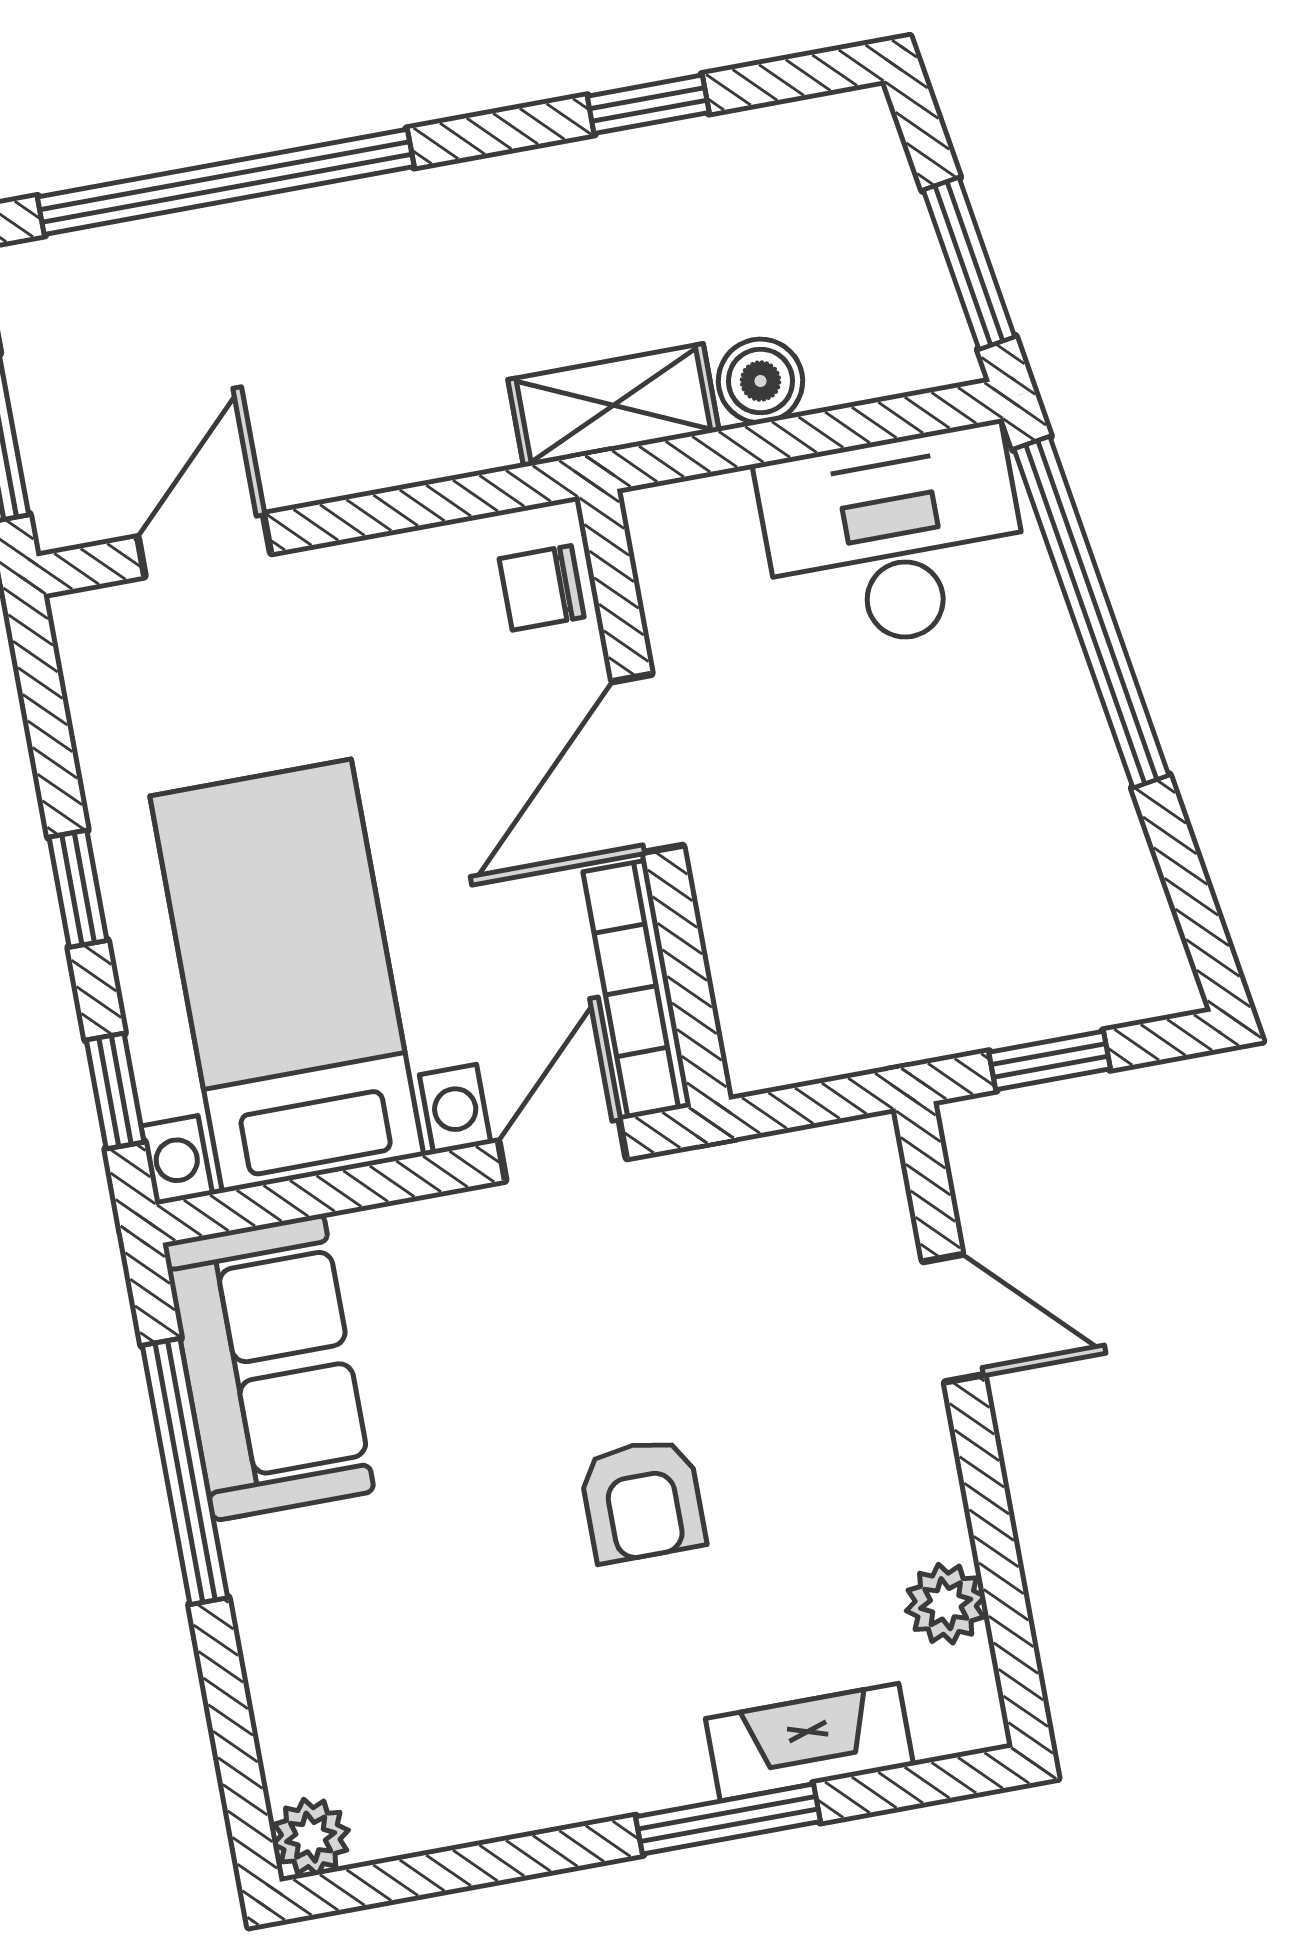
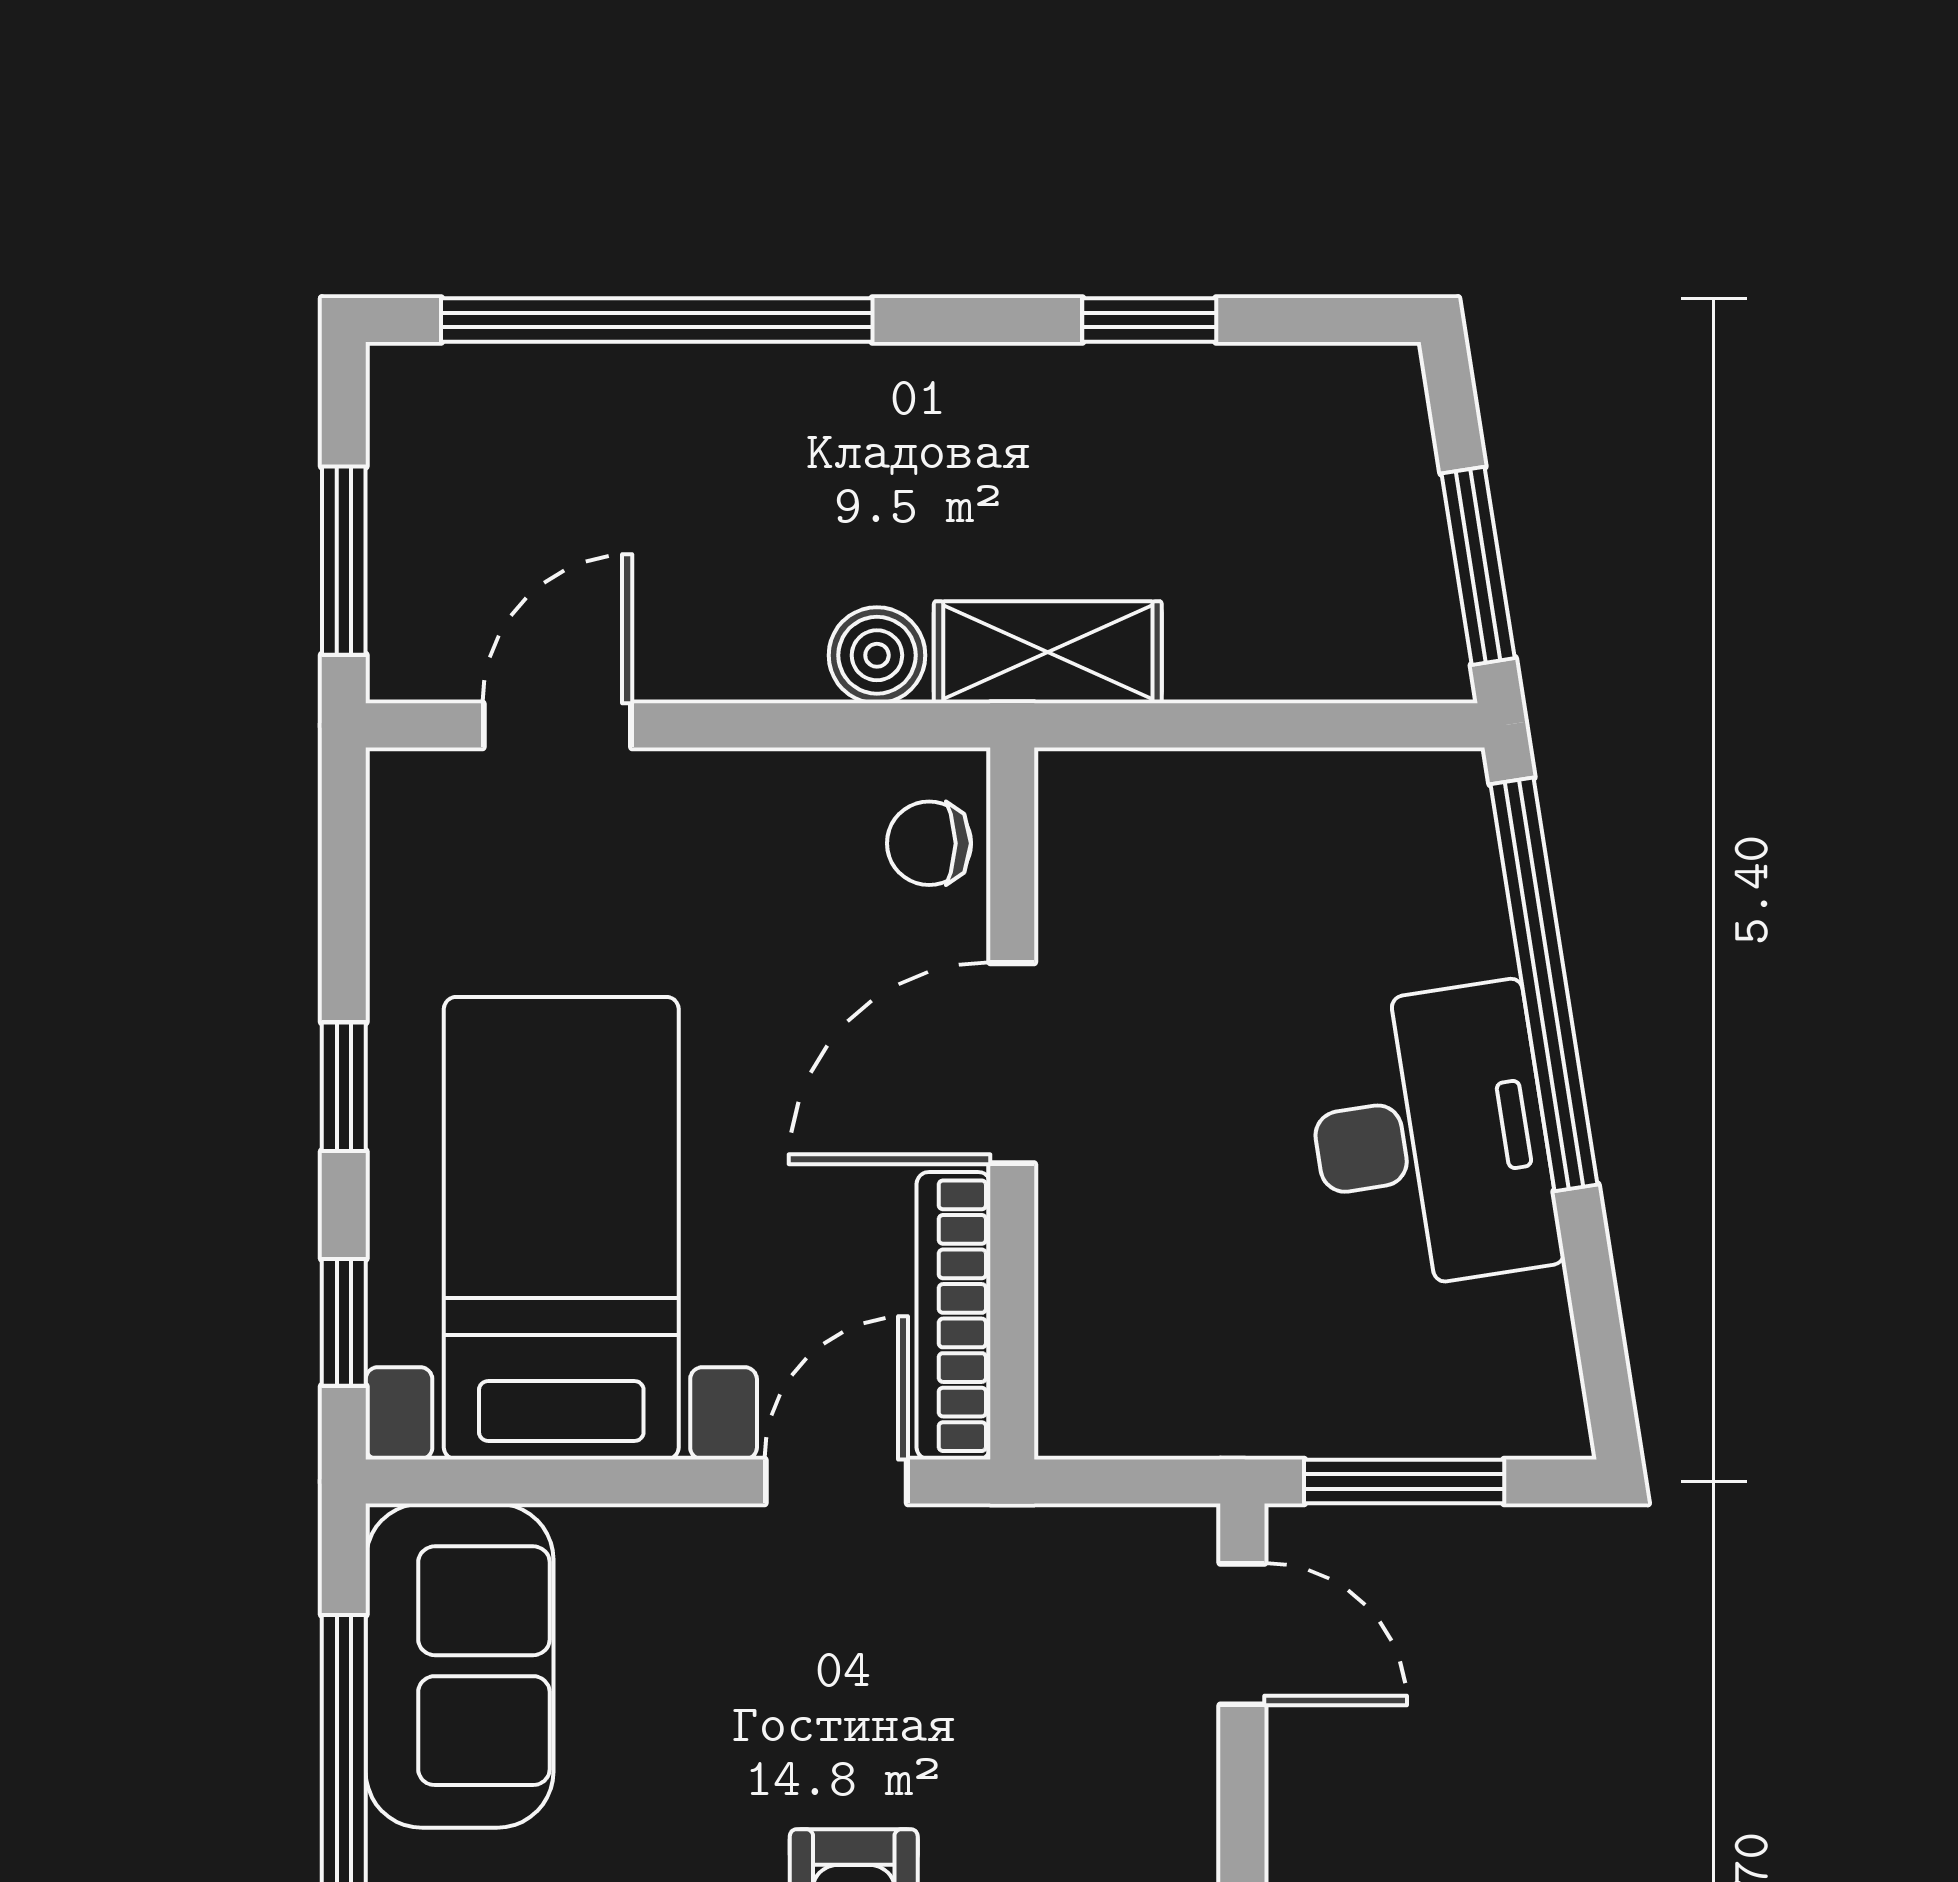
boiler: (760, 381) -> (877, 655), moved
desk: (894, 539) -> (1431, 1138), moved, turned 81
window: (1050, 1061) -> (1404, 1481), width x1.50
door: (954, 1318) -> (1242, 1634), moved

